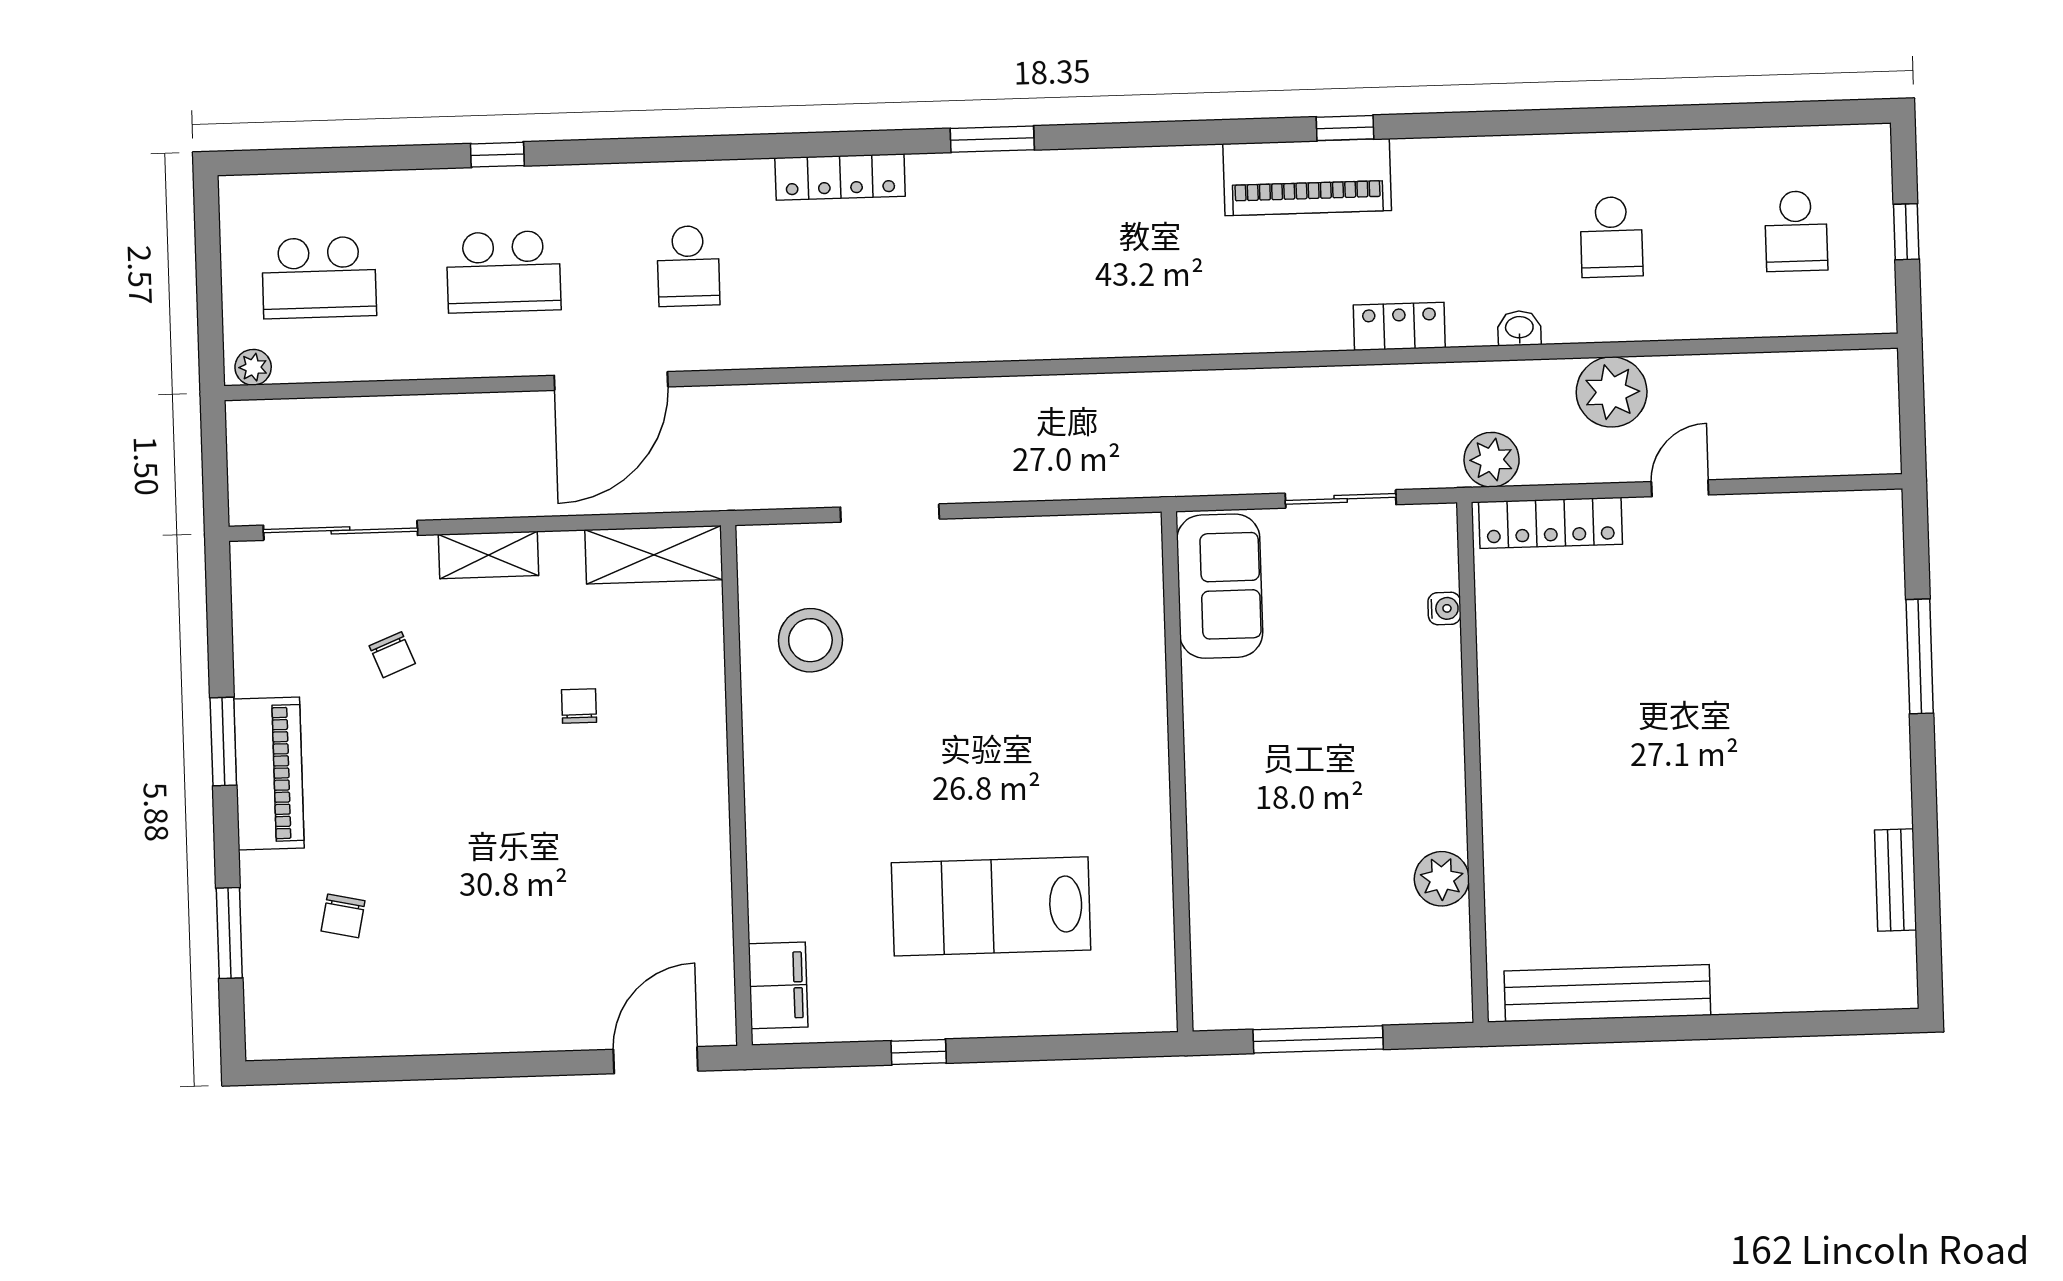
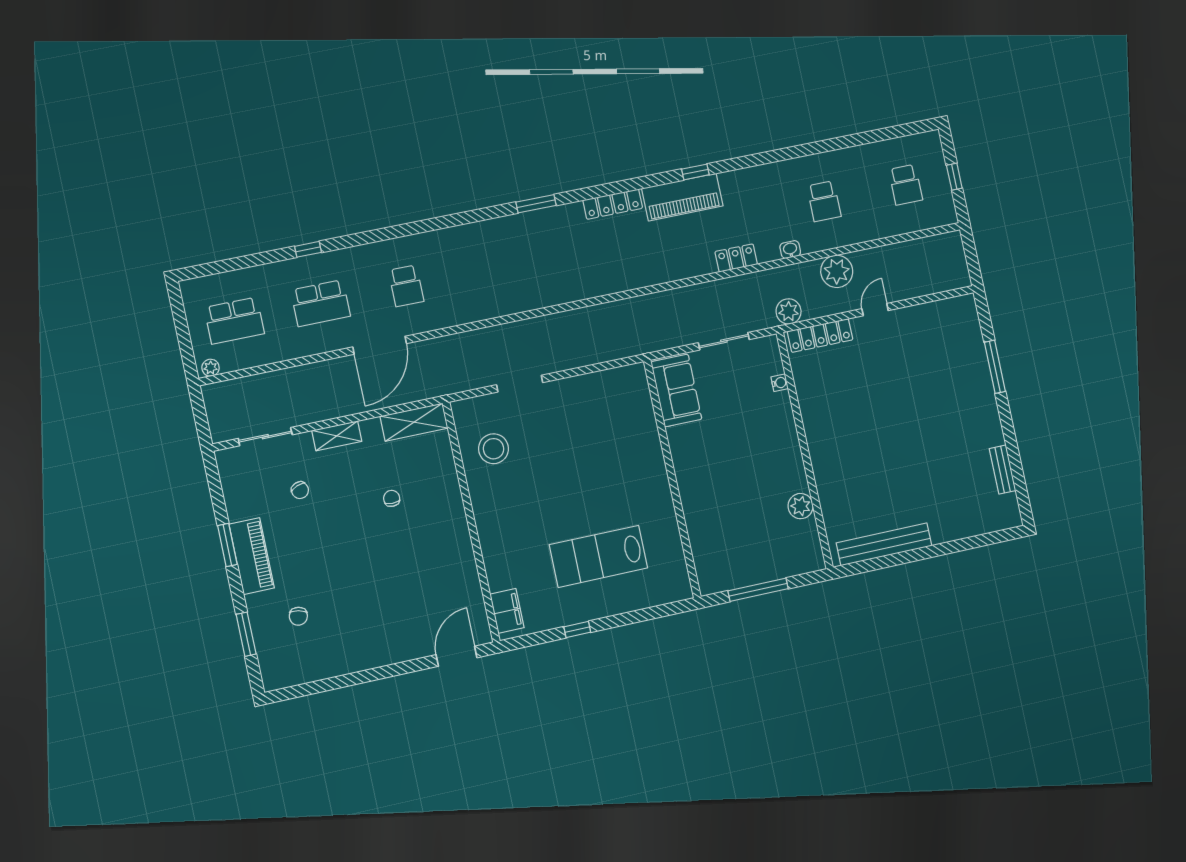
locker: (840, 177) -> (613, 204), moved
sliding door: (340, 530) -> (265, 437), width x0.73

